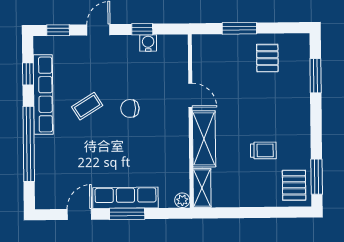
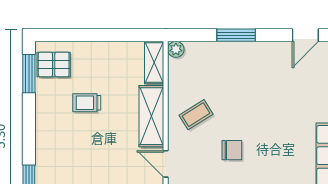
coffee table: (87, 106) -> (196, 115), moved
pallet: (294, 185) -> (54, 64), turned 90
row of seats: (125, 198) -> (238, 53), removed
door: (79, 214) -> (305, 35), moved

